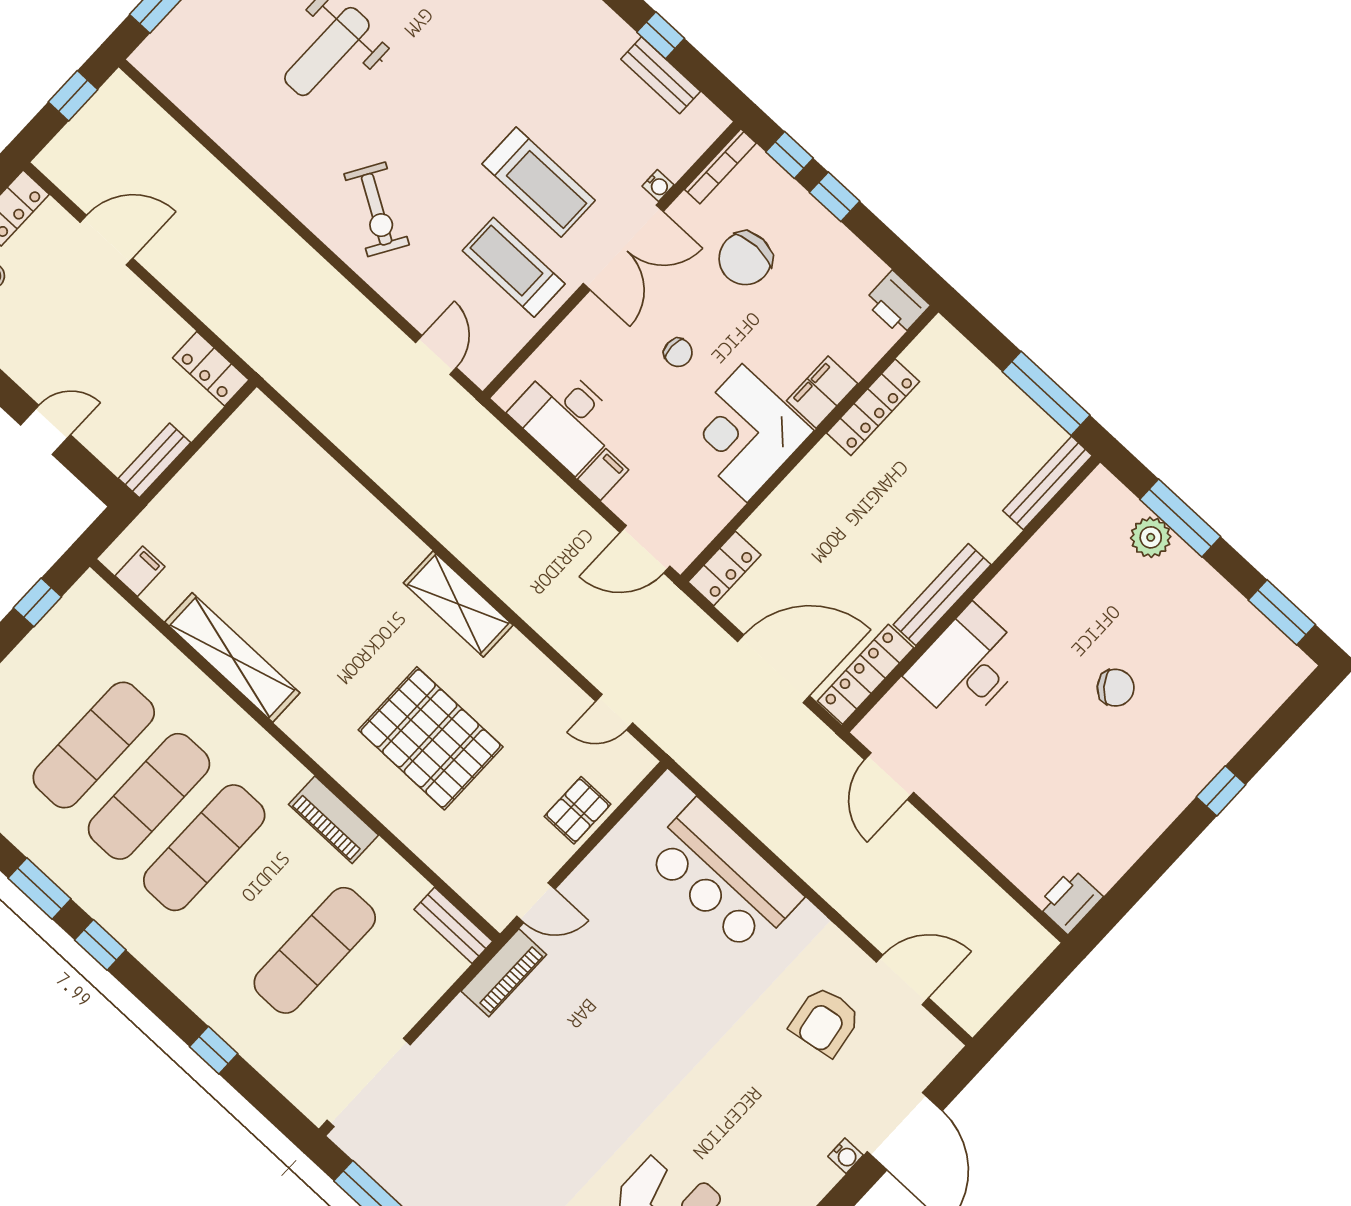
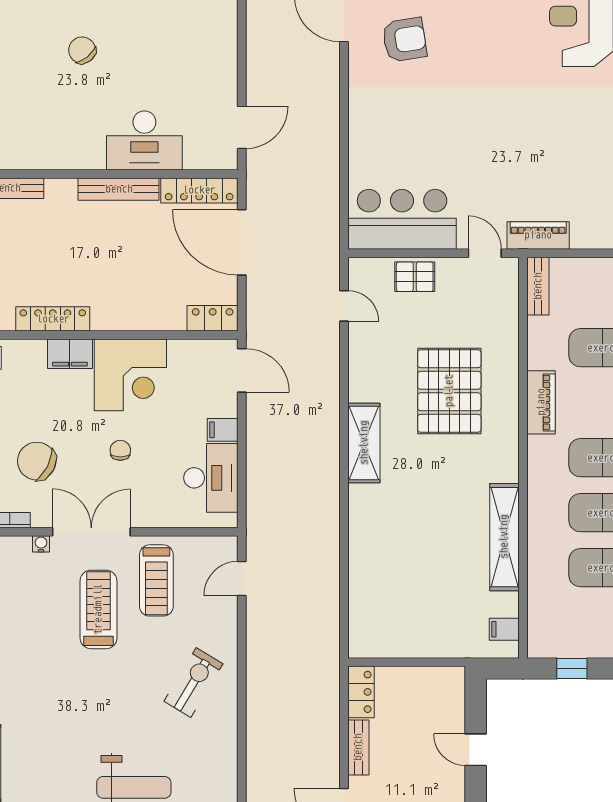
chair: (745, 259) -> (37, 461), turned -153
bench: (154, 460) -> (358, 747), moved, turned 90
bar counter: (723, 876) -> (402, 219), moved, turned -90

